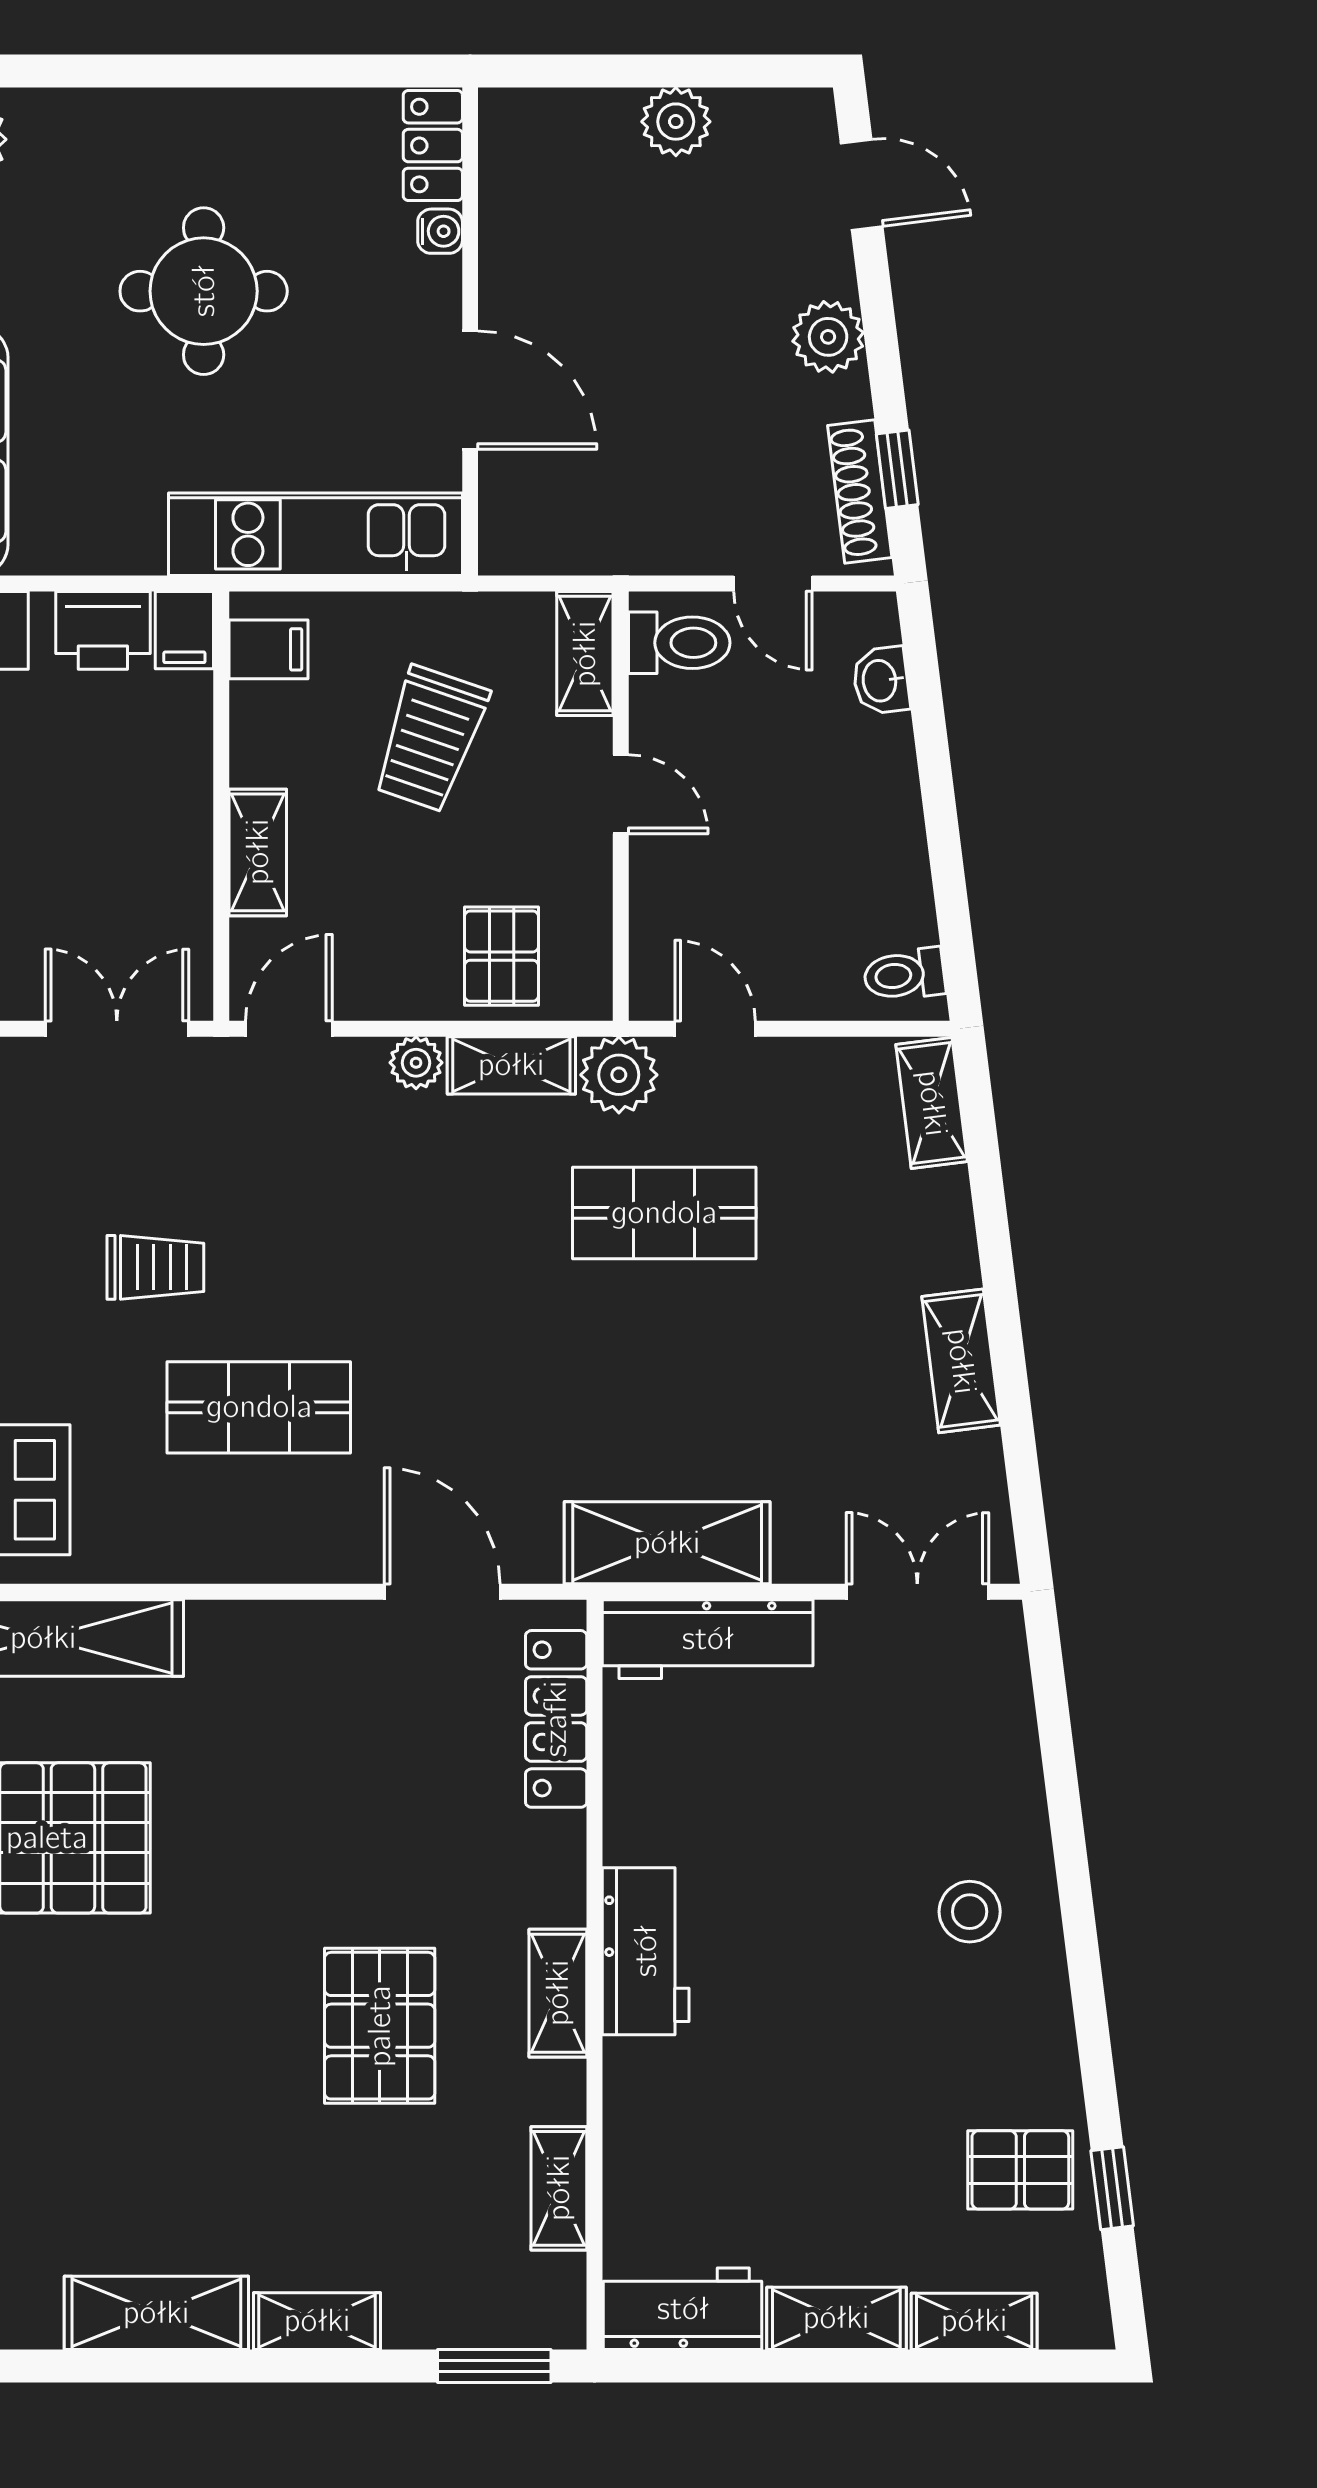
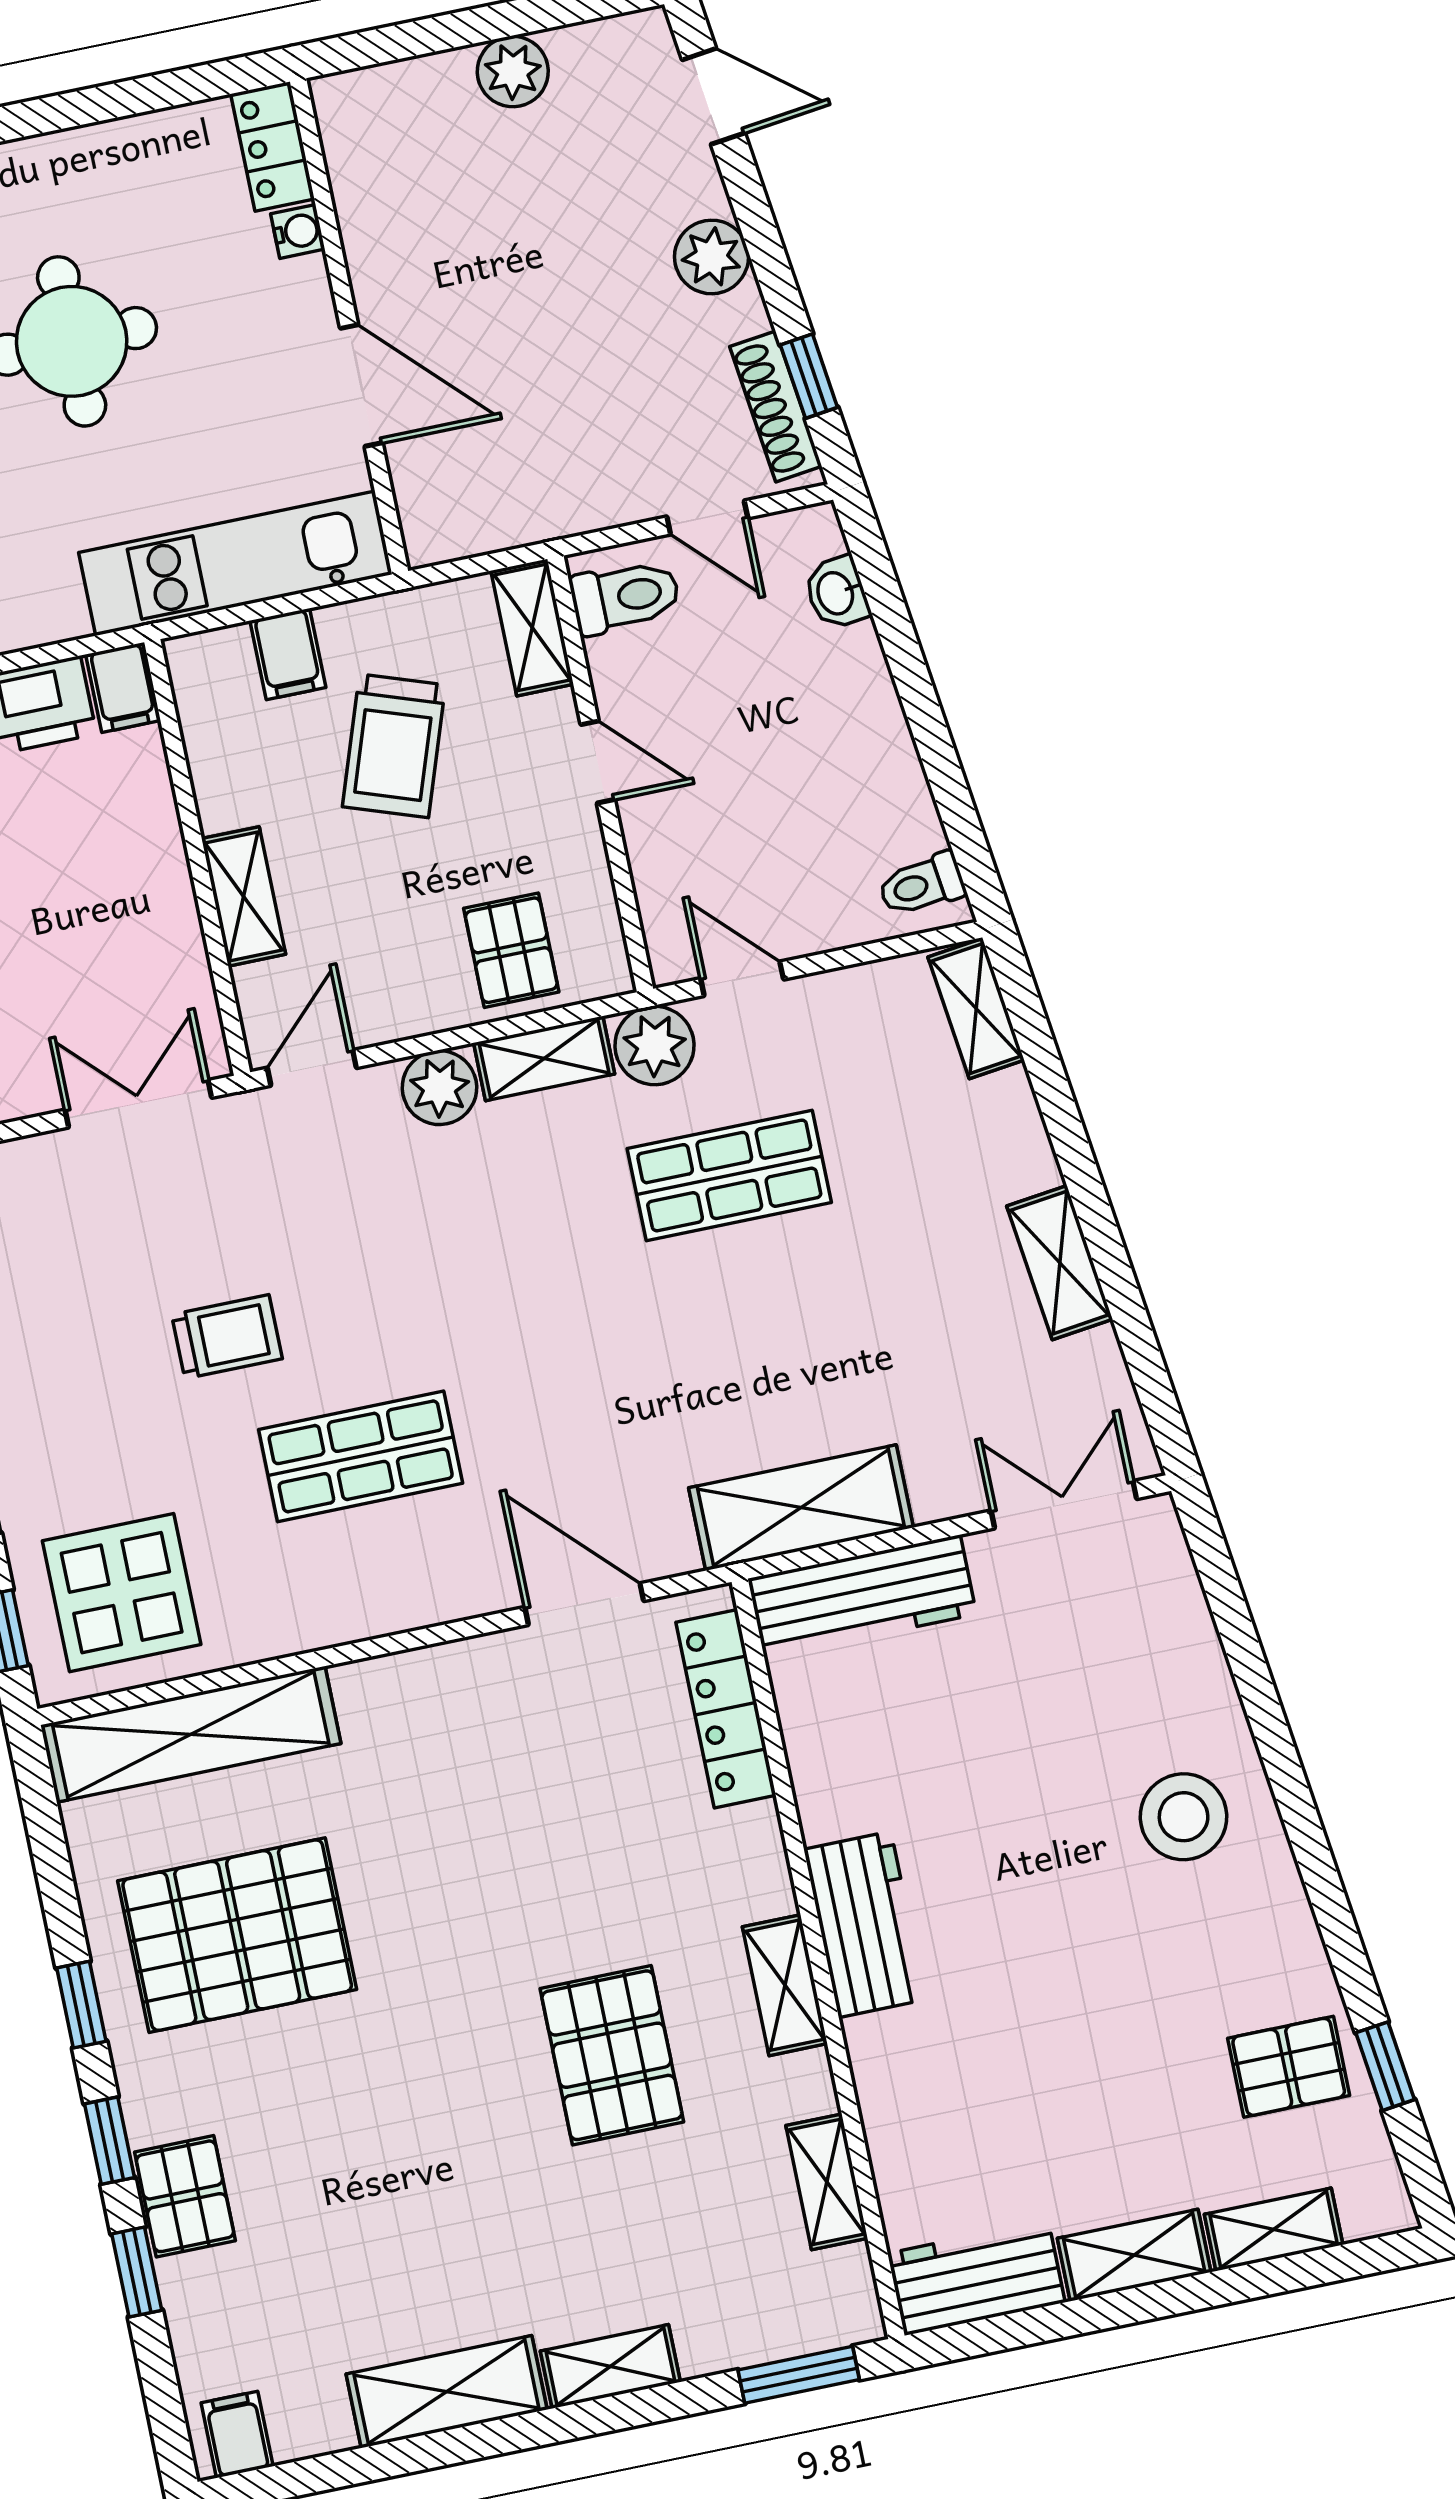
filing cabinet: (269, 649) -> (288, 654), moved, turned 90
plant: (416, 1063) -> (439, 1088), width x1.38, depth x1.38
stool: (970, 1912) -> (1184, 1817), width x1.38, depth x1.38

